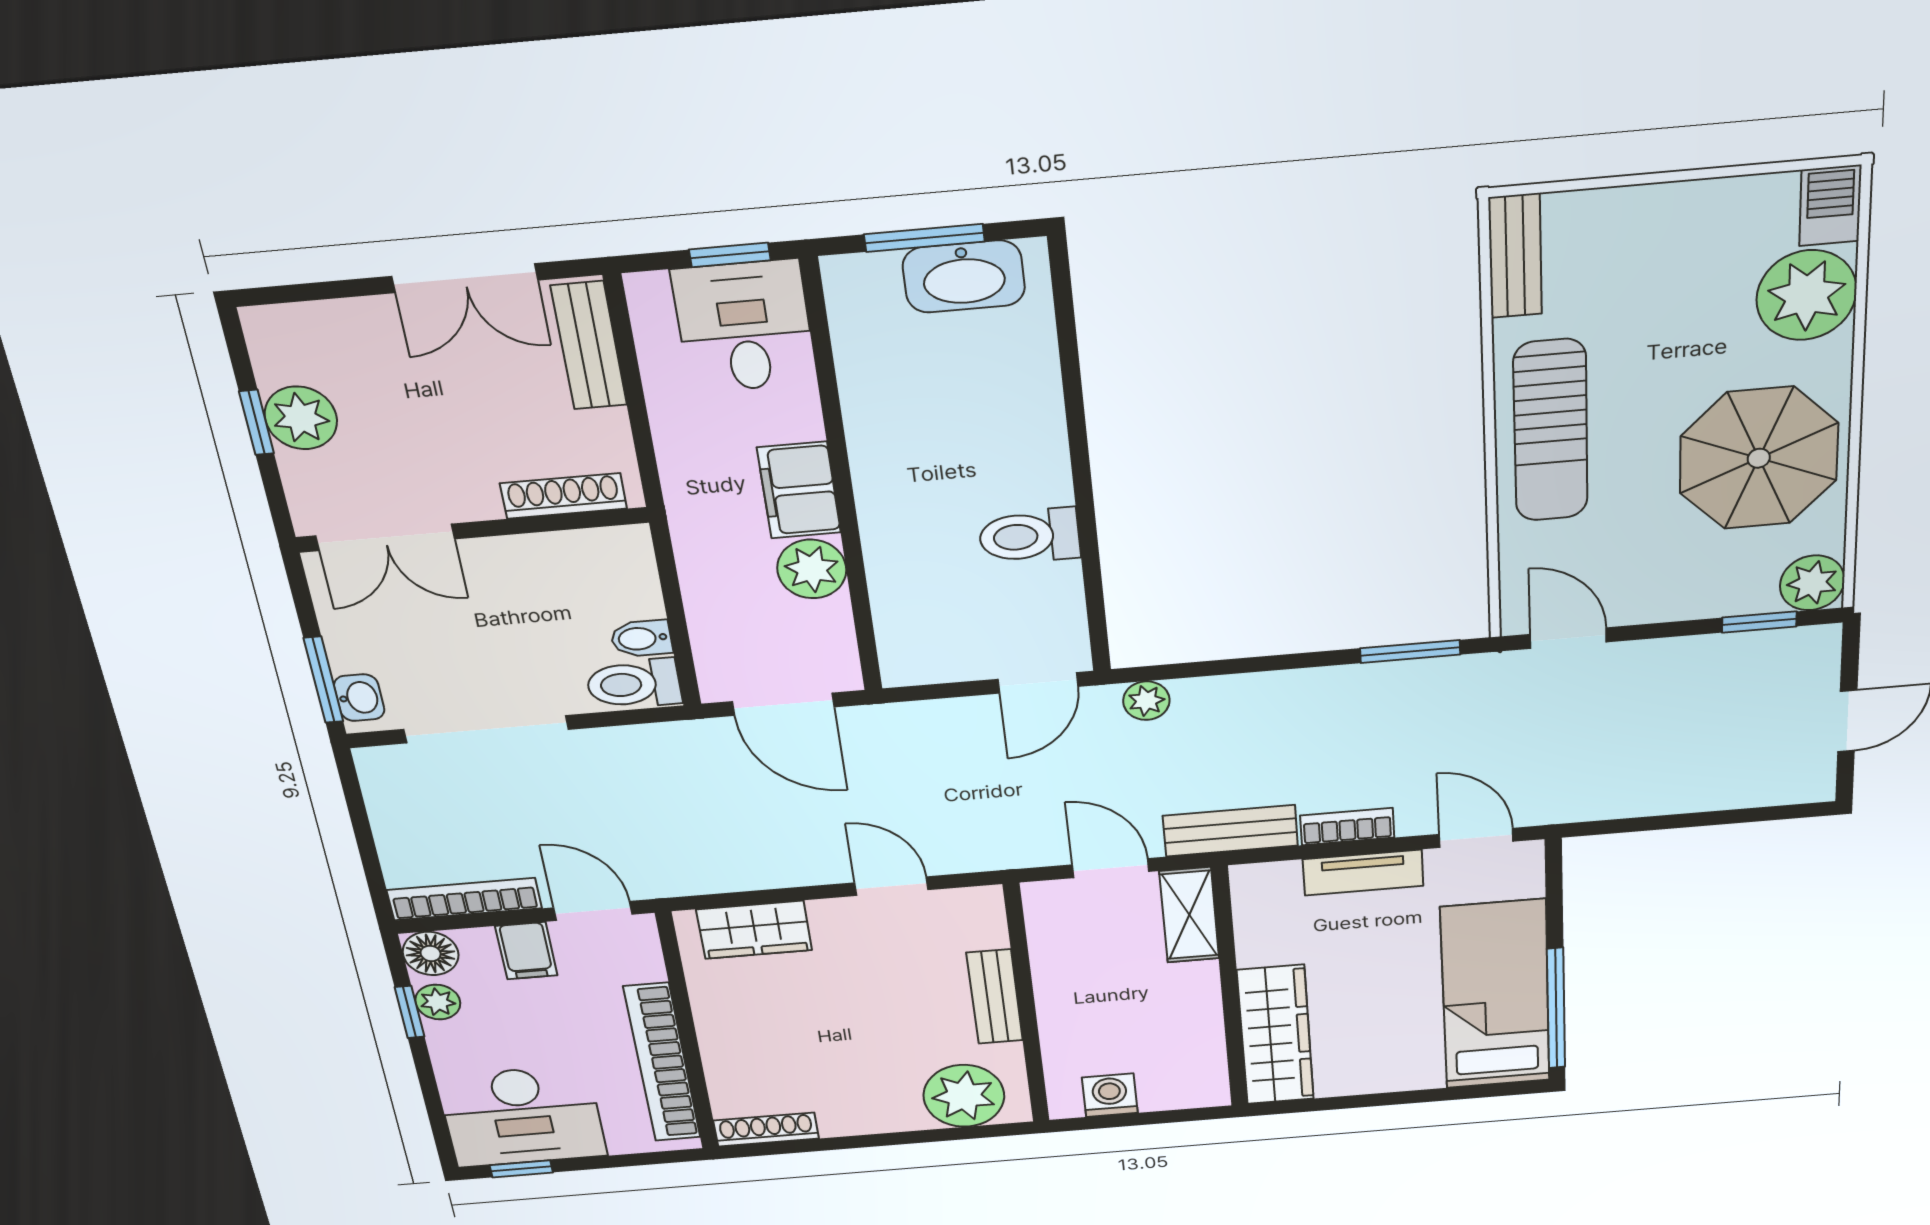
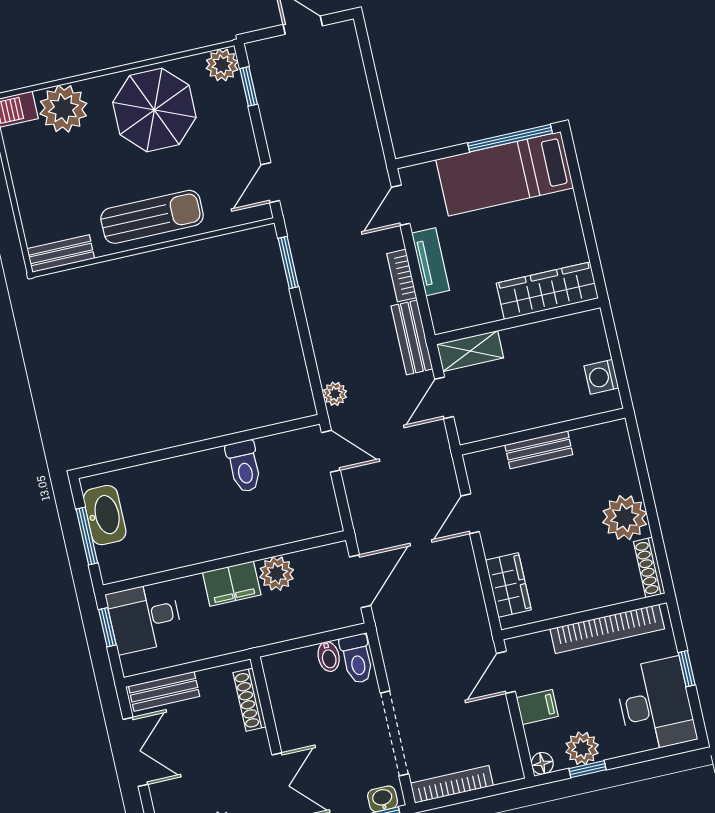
bookcase: (464, 899) -> (452, 784), moved, turned 90
floor lamp: (431, 953) -> (542, 763), width x0.73, depth x0.73
plant: (438, 1002) -> (582, 748), width x1.38, depth x1.38
plant: (964, 1096) -> (625, 518), moved
window: (521, 1169) -> (687, 669), moved

